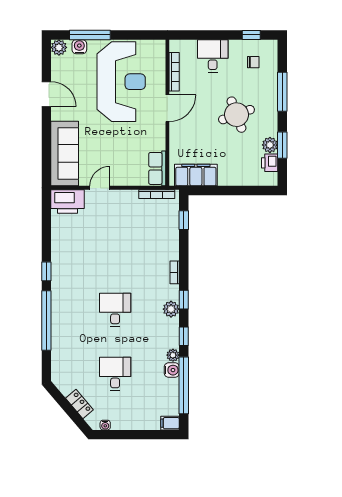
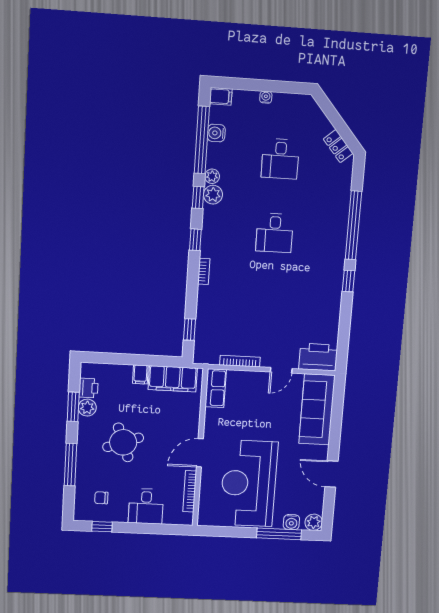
filing cabinet: (225, 177) -> (140, 374), added
bookcase: (157, 194) -> (240, 361), moved
plant: (171, 309) -> (213, 195), moved
water cooler: (172, 370) -> (216, 133), moved
locker: (79, 404) -> (338, 146), moved
water cooler: (105, 425) -> (266, 97), moved

